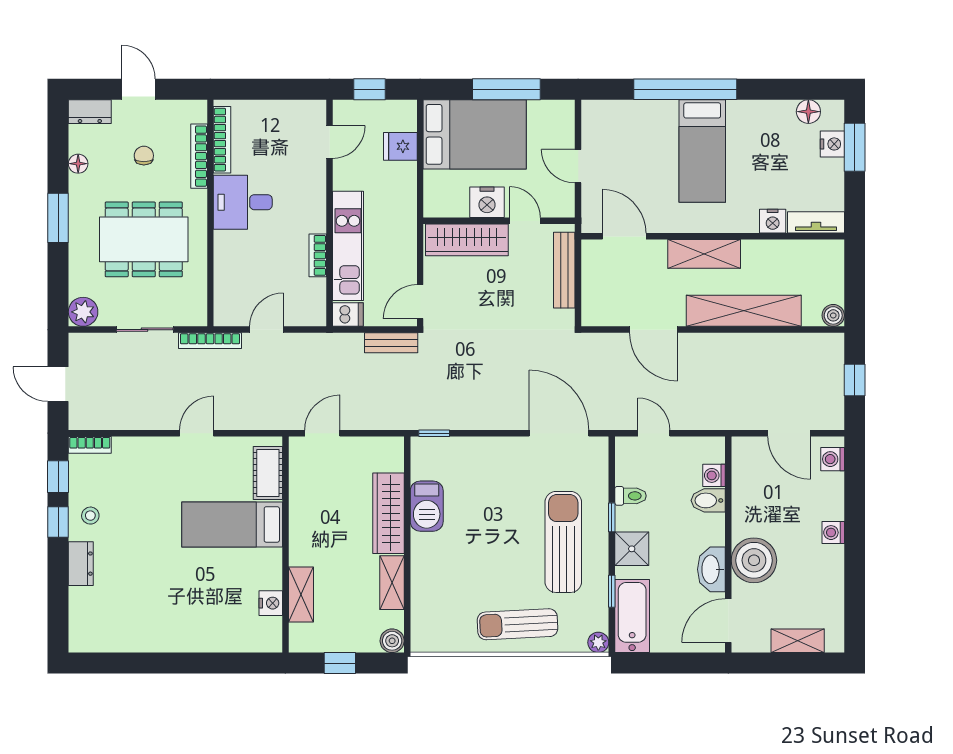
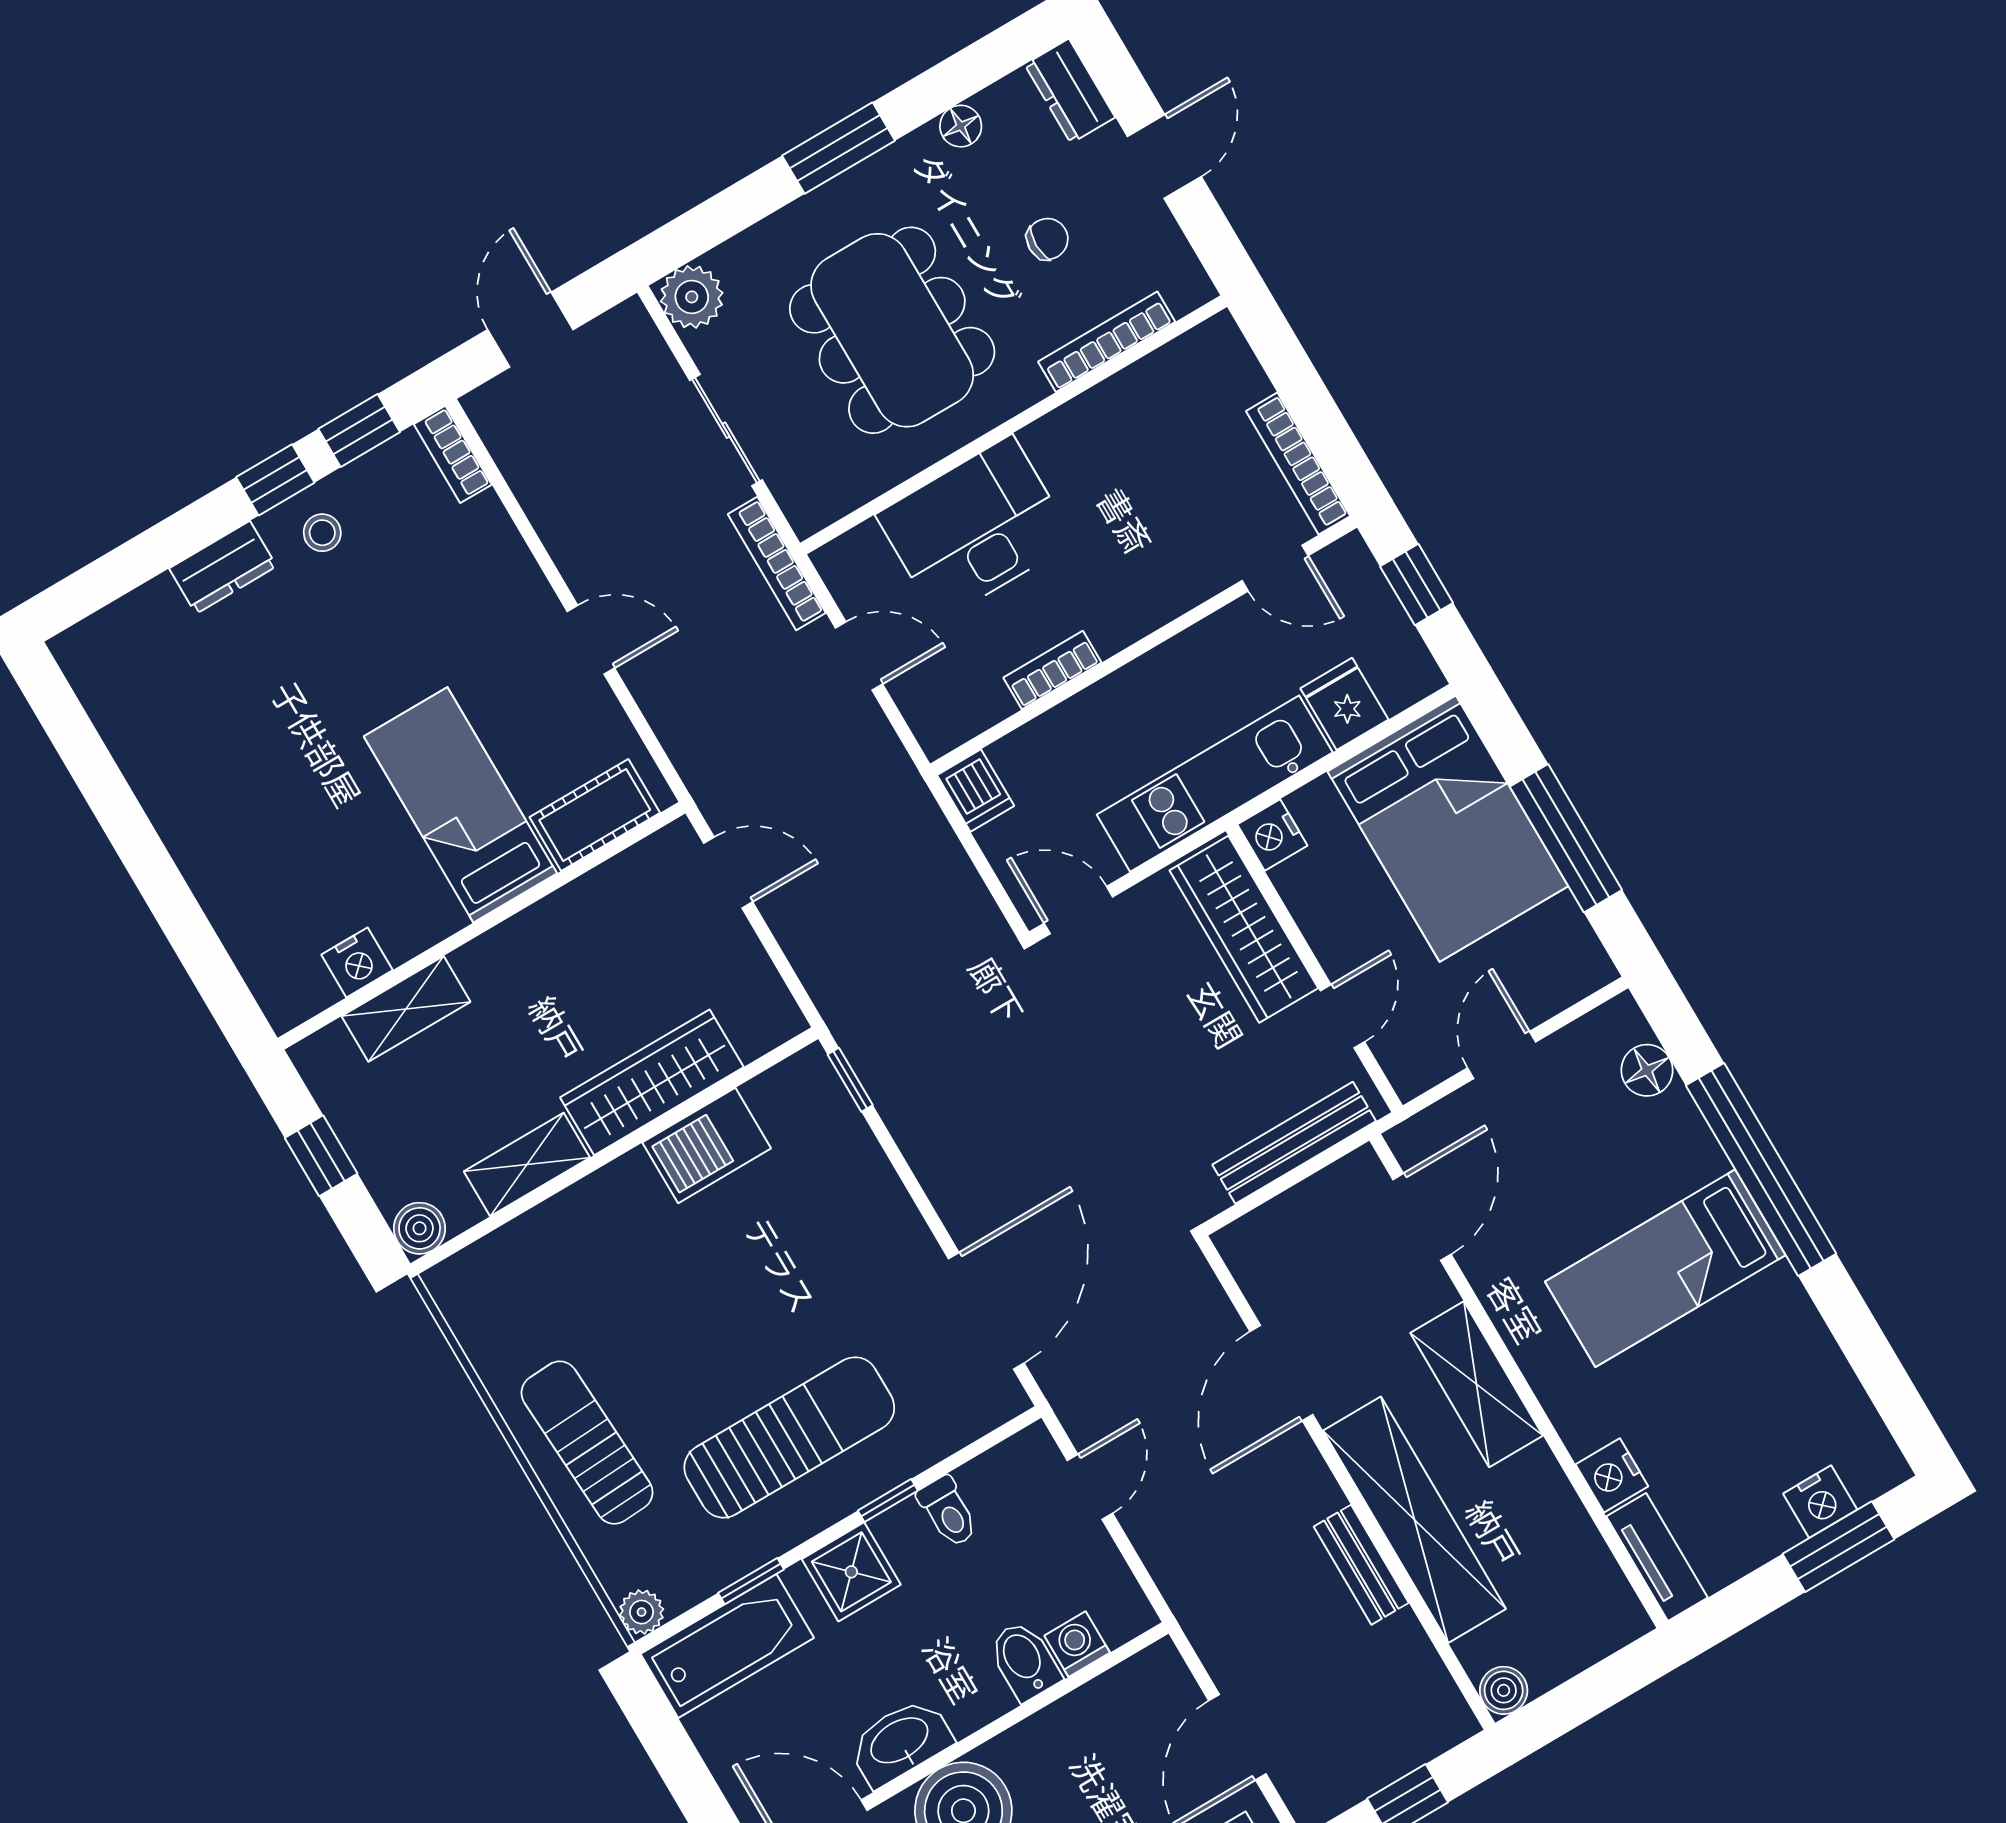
floor lamp: (808, 112) -> (1647, 1070), moved
bookcase: (222, 140) -> (1298, 464), moved, turned 90
desk: (243, 202) -> (975, 528), moved, width x1.37
nightstand: (487, 202) -> (1272, 835), moved, width x0.74, depth x0.75
kitchen unit: (348, 246) -> (1215, 784), moved, turned 180
bench: (391, 343) -> (1361, 1565), moved

